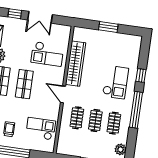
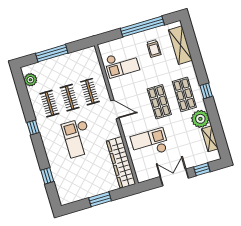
wardrobe: (76, 64) -> (121, 163), moved
window: (141, 75) -> (47, 176), moved
checkout: (115, 82) -> (78, 138), moved
window: (136, 110) -> (33, 127), width x0.32

